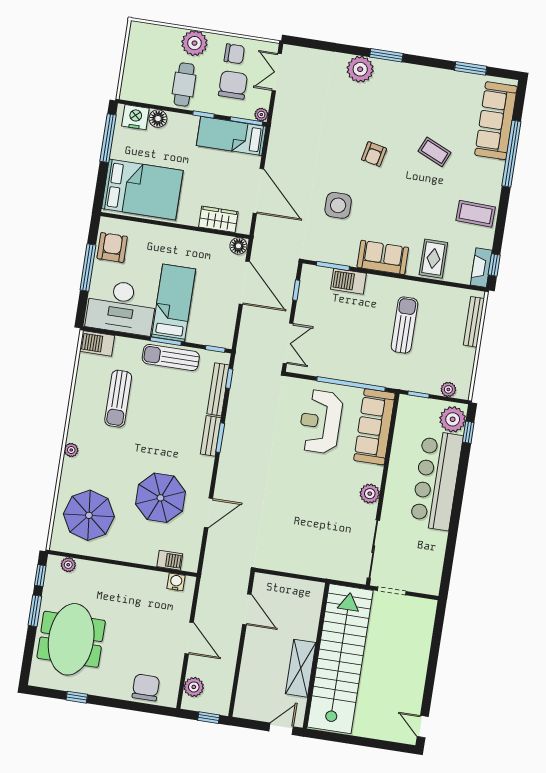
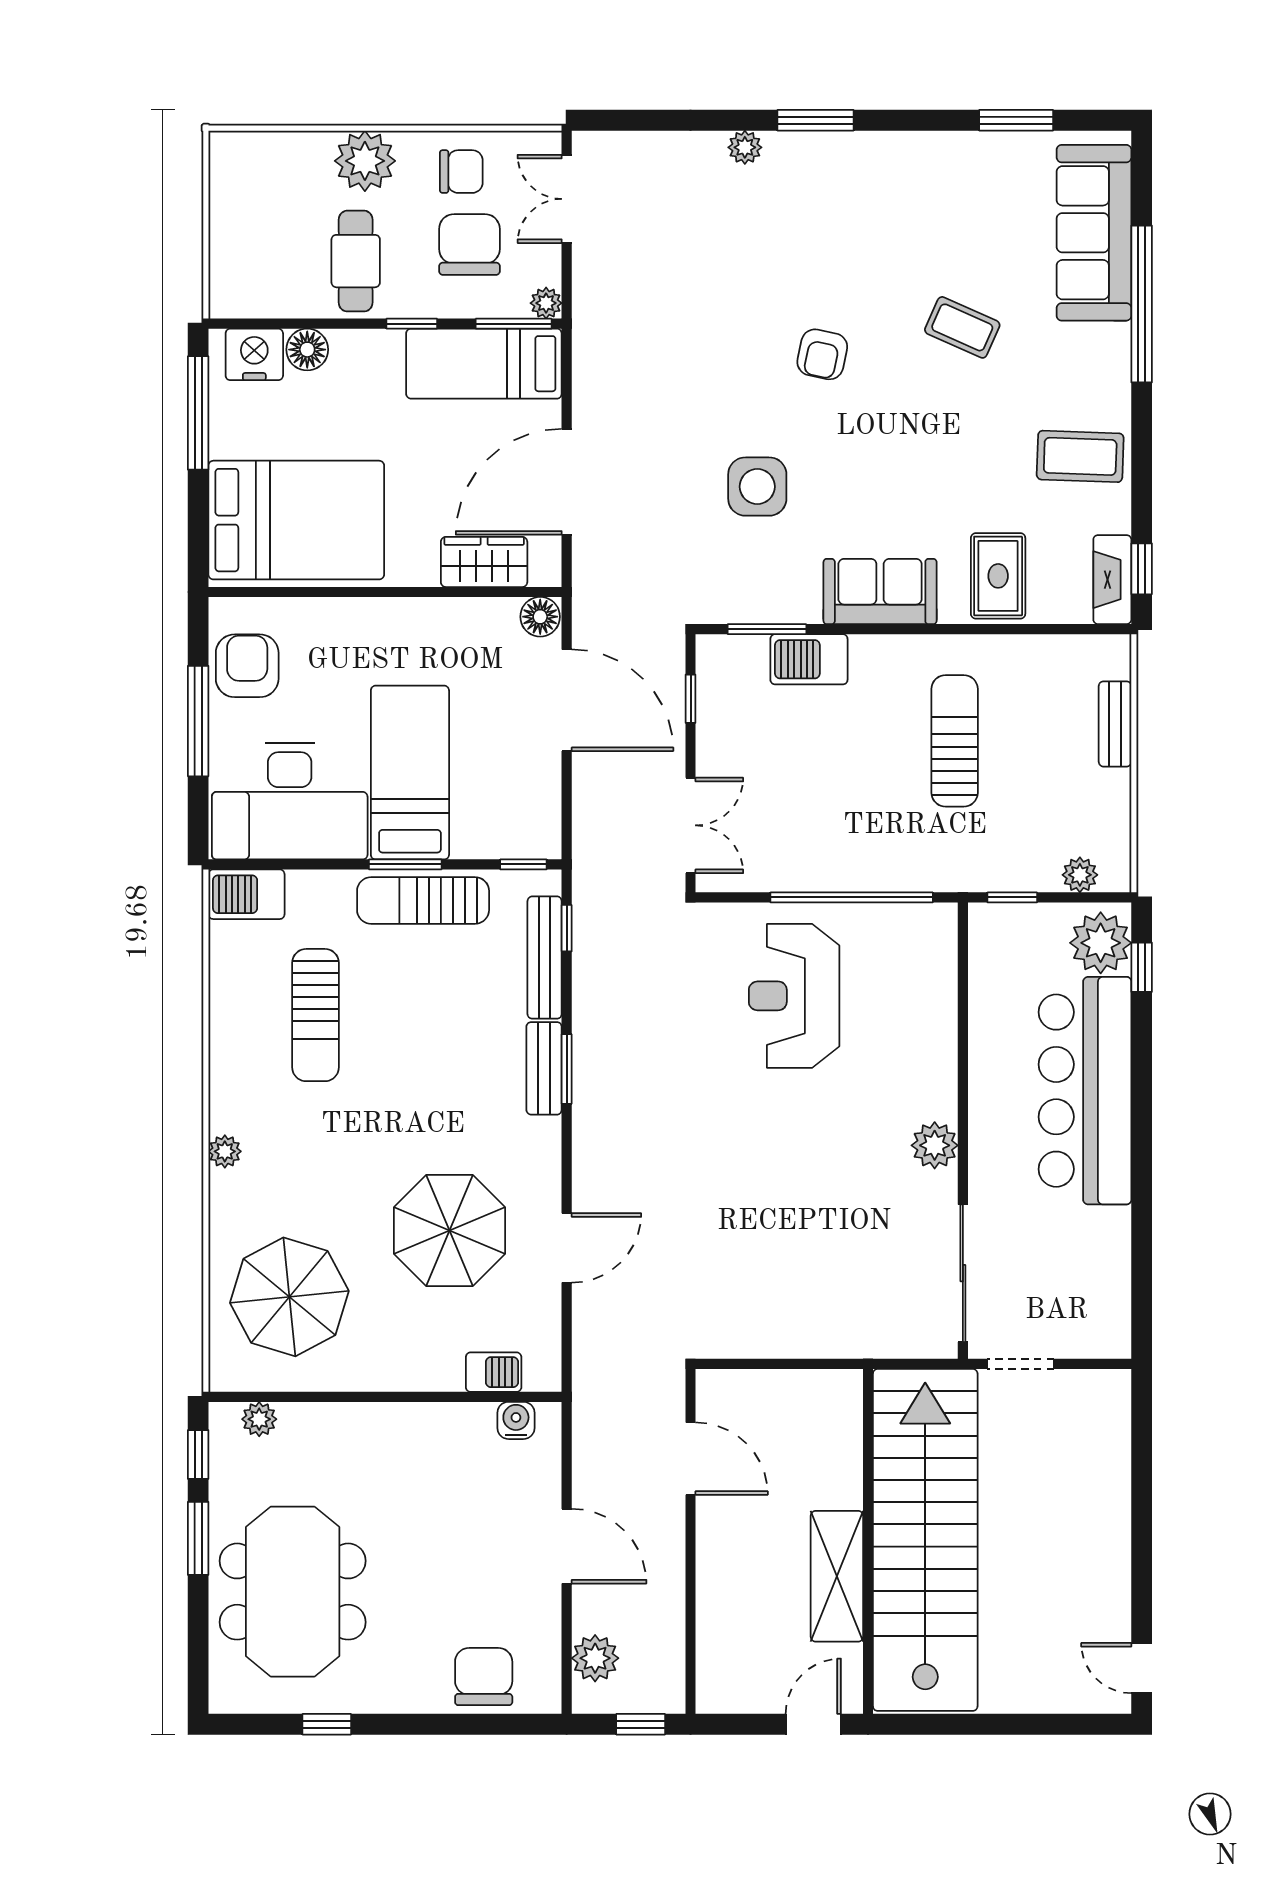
plant: (360, 69) -> (745, 147), width x0.53, depth x0.53
door: (258, 191) -> (567, 482), swing flipped
bench: (474, 322) -> (1115, 724), width x0.73
sofa: (374, 427) -> (921, 988), removed

